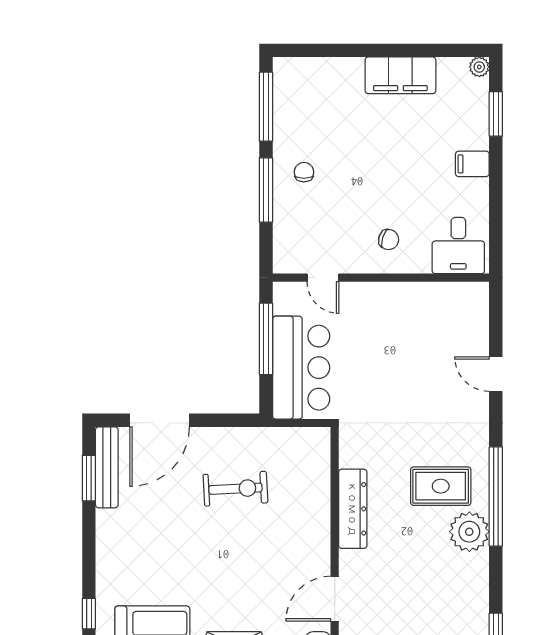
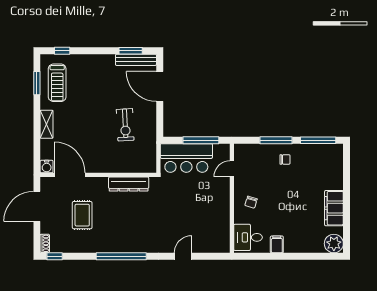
plant: (479, 67) -> (334, 244), width x1.88, depth x1.88
window: (496, 114) -> (315, 256), removed
filing cabinet: (472, 164) -> (277, 244), moved
rug: (441, 486) -> (82, 215), moved
dresser: (353, 509) -> (129, 184), moved
plant: (469, 532) -> (103, 243), removed
door: (335, 599) -> (70, 175), width x1.36

